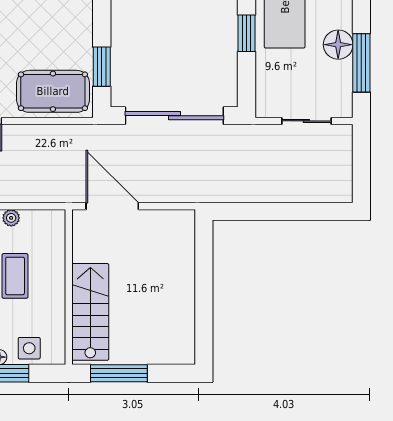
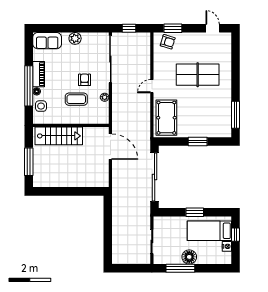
window: (102, 67) -> (198, 142), moved
door: (112, 206) -> (110, 147), hinge flipped
window: (119, 373) -> (29, 162), moved

